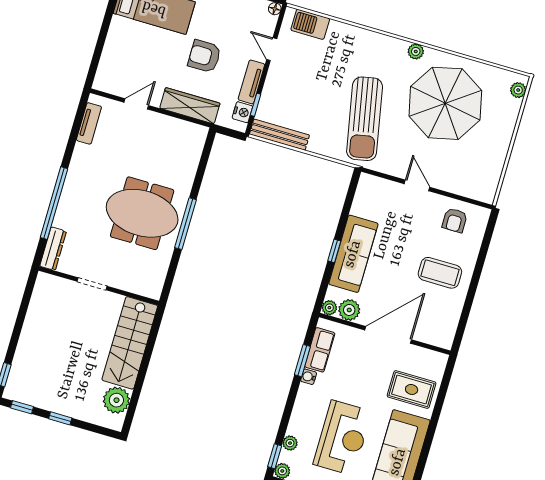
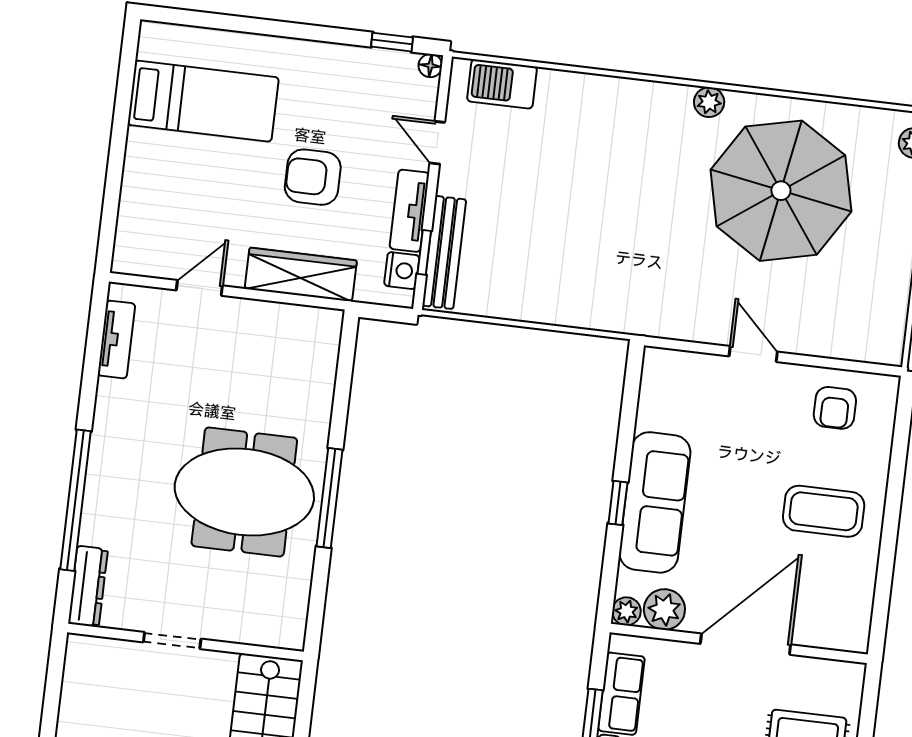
sun lounger: (365, 119) -> (634, 245), removed
bench: (279, 135) -> (444, 252), moved, turned 90

